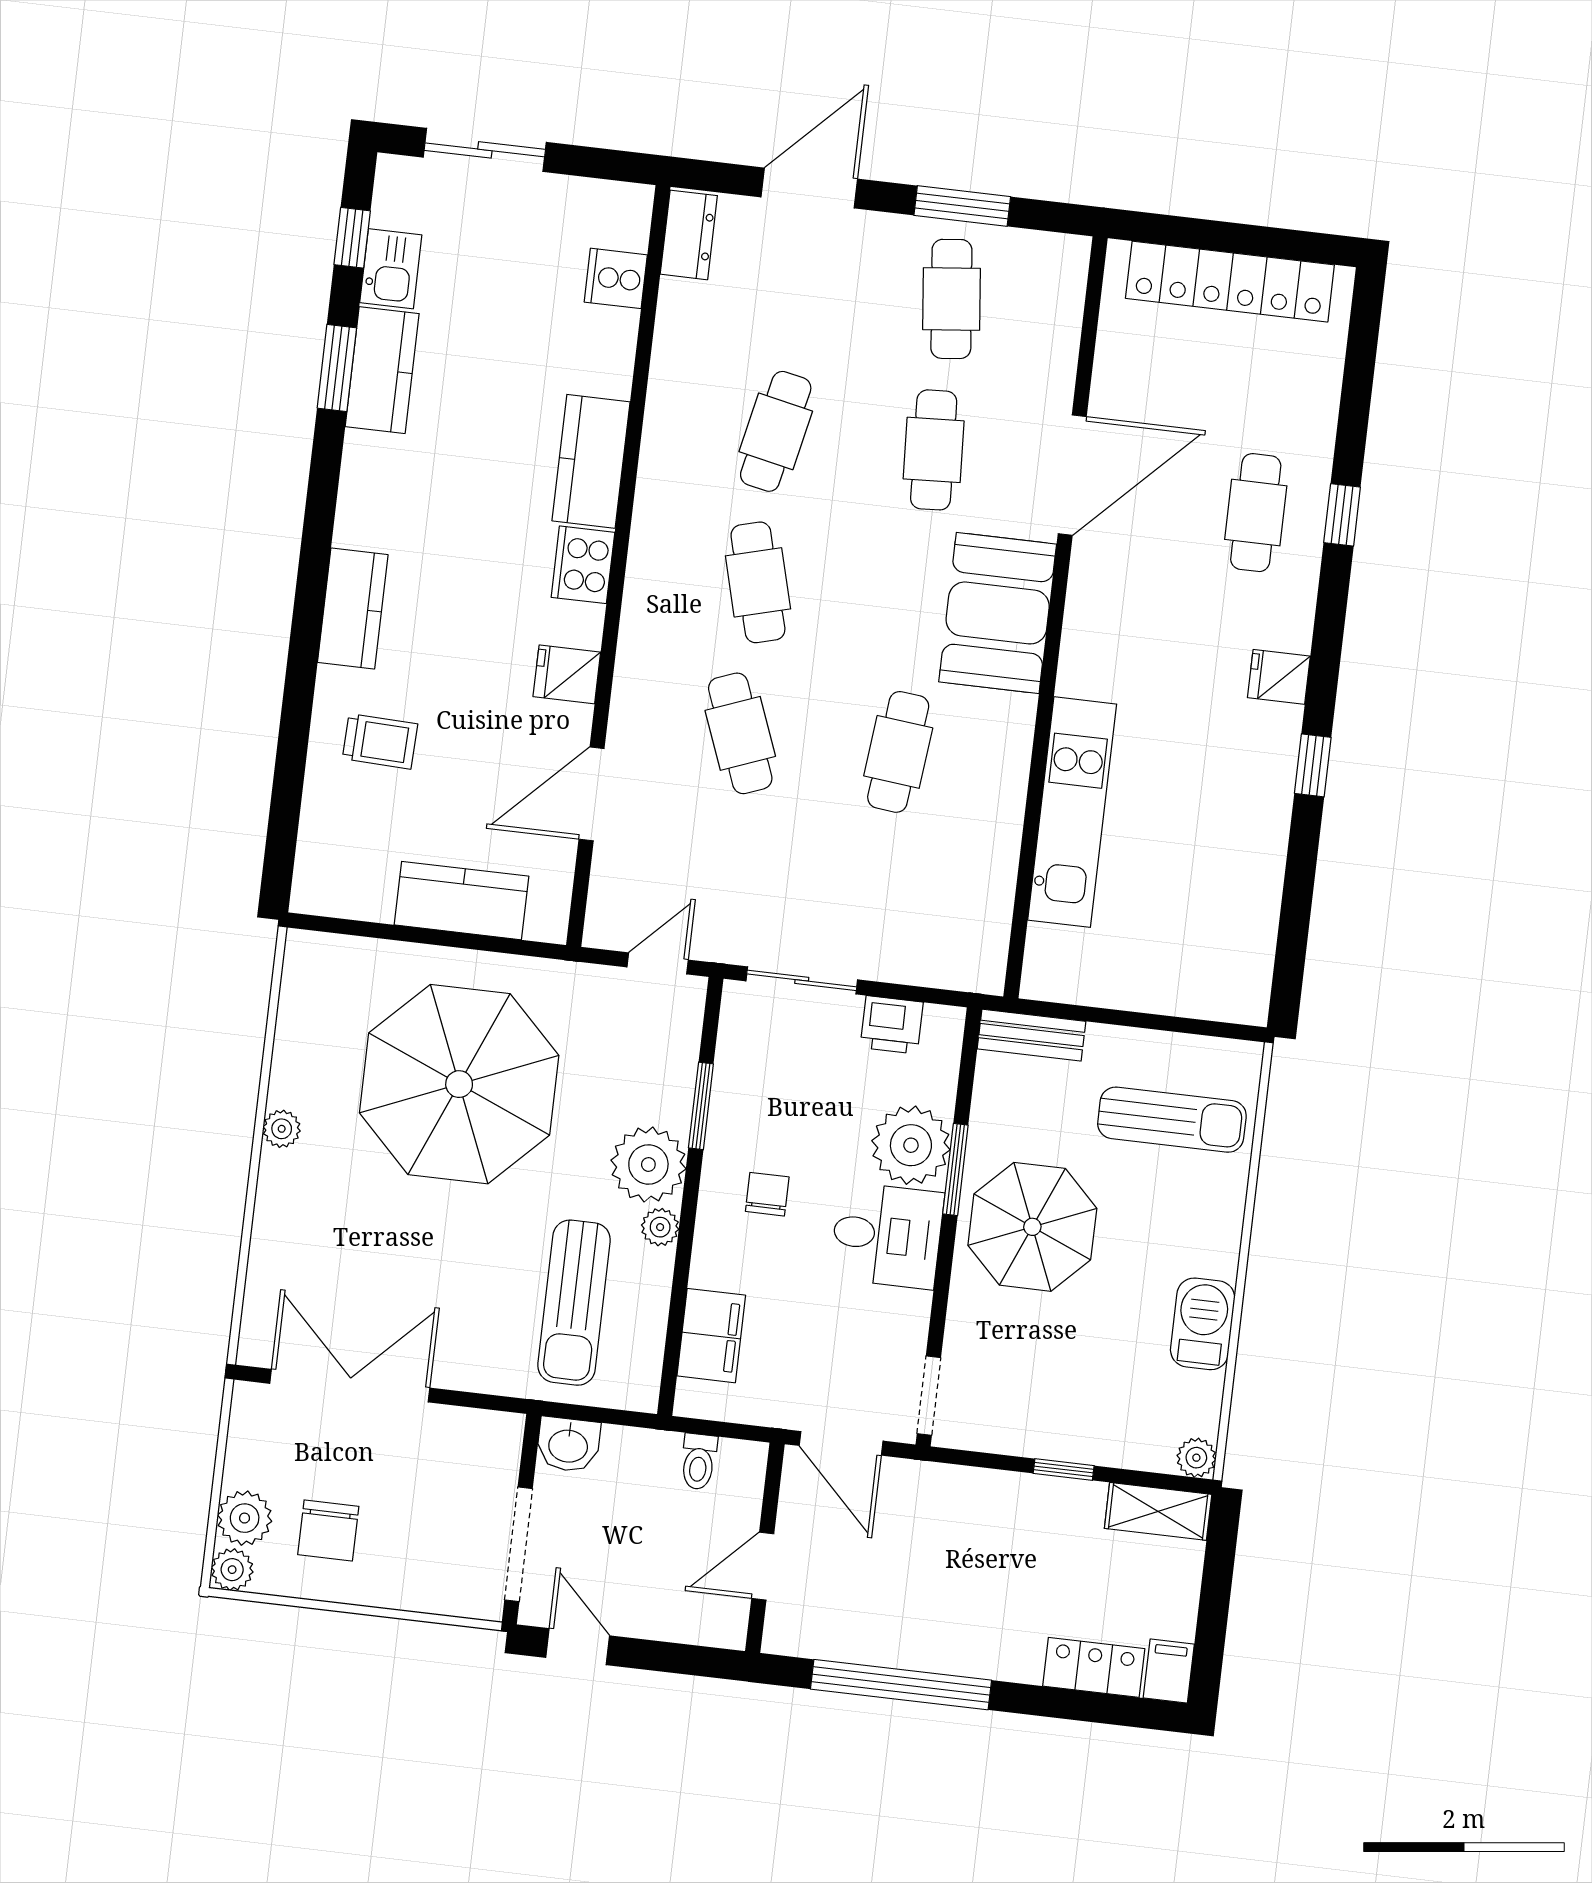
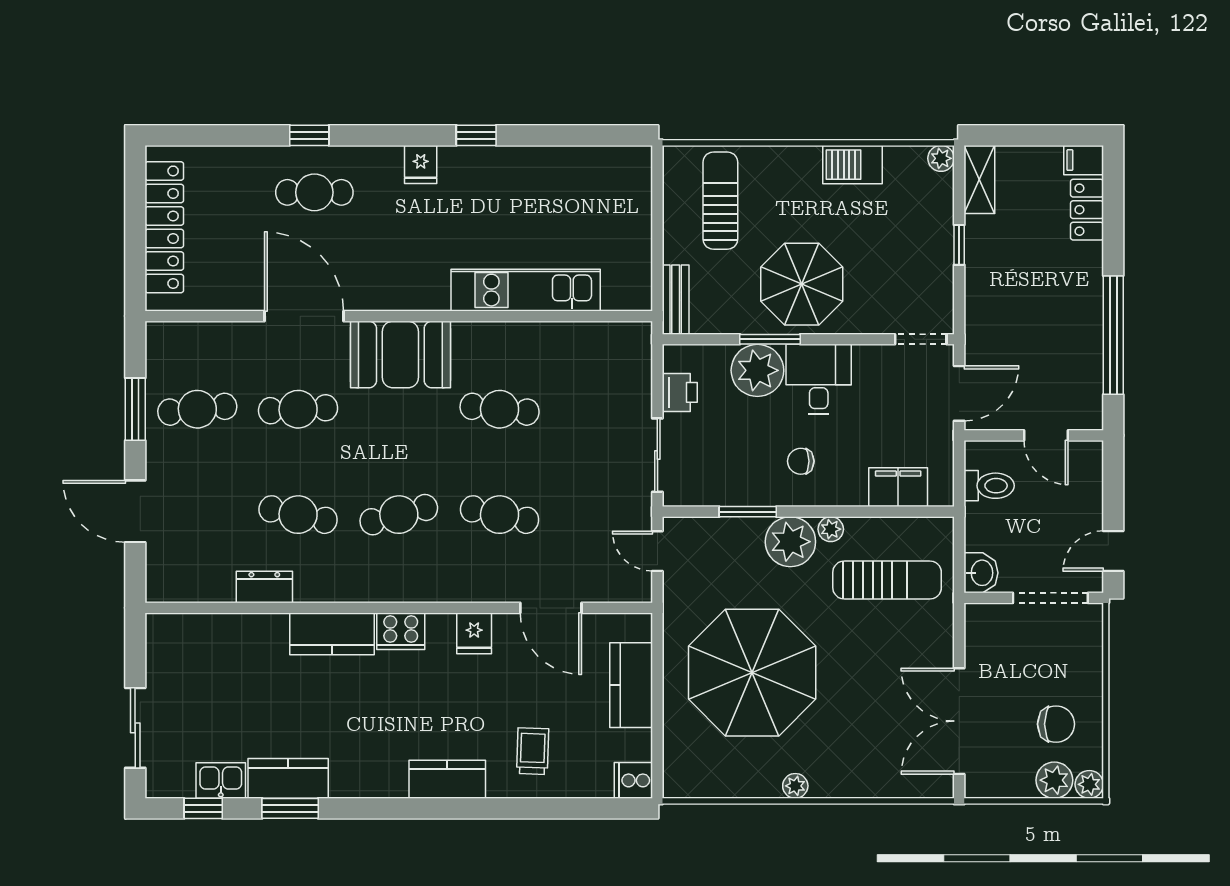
dresser: (689, 235) -> (264, 587), moved
cooker: (616, 278) -> (633, 780), moved, turned 90
cafe table: (740, 733) -> (500, 515), turned 33
toilet: (699, 1462) -> (989, 486), width x1.37, depth x1.39

